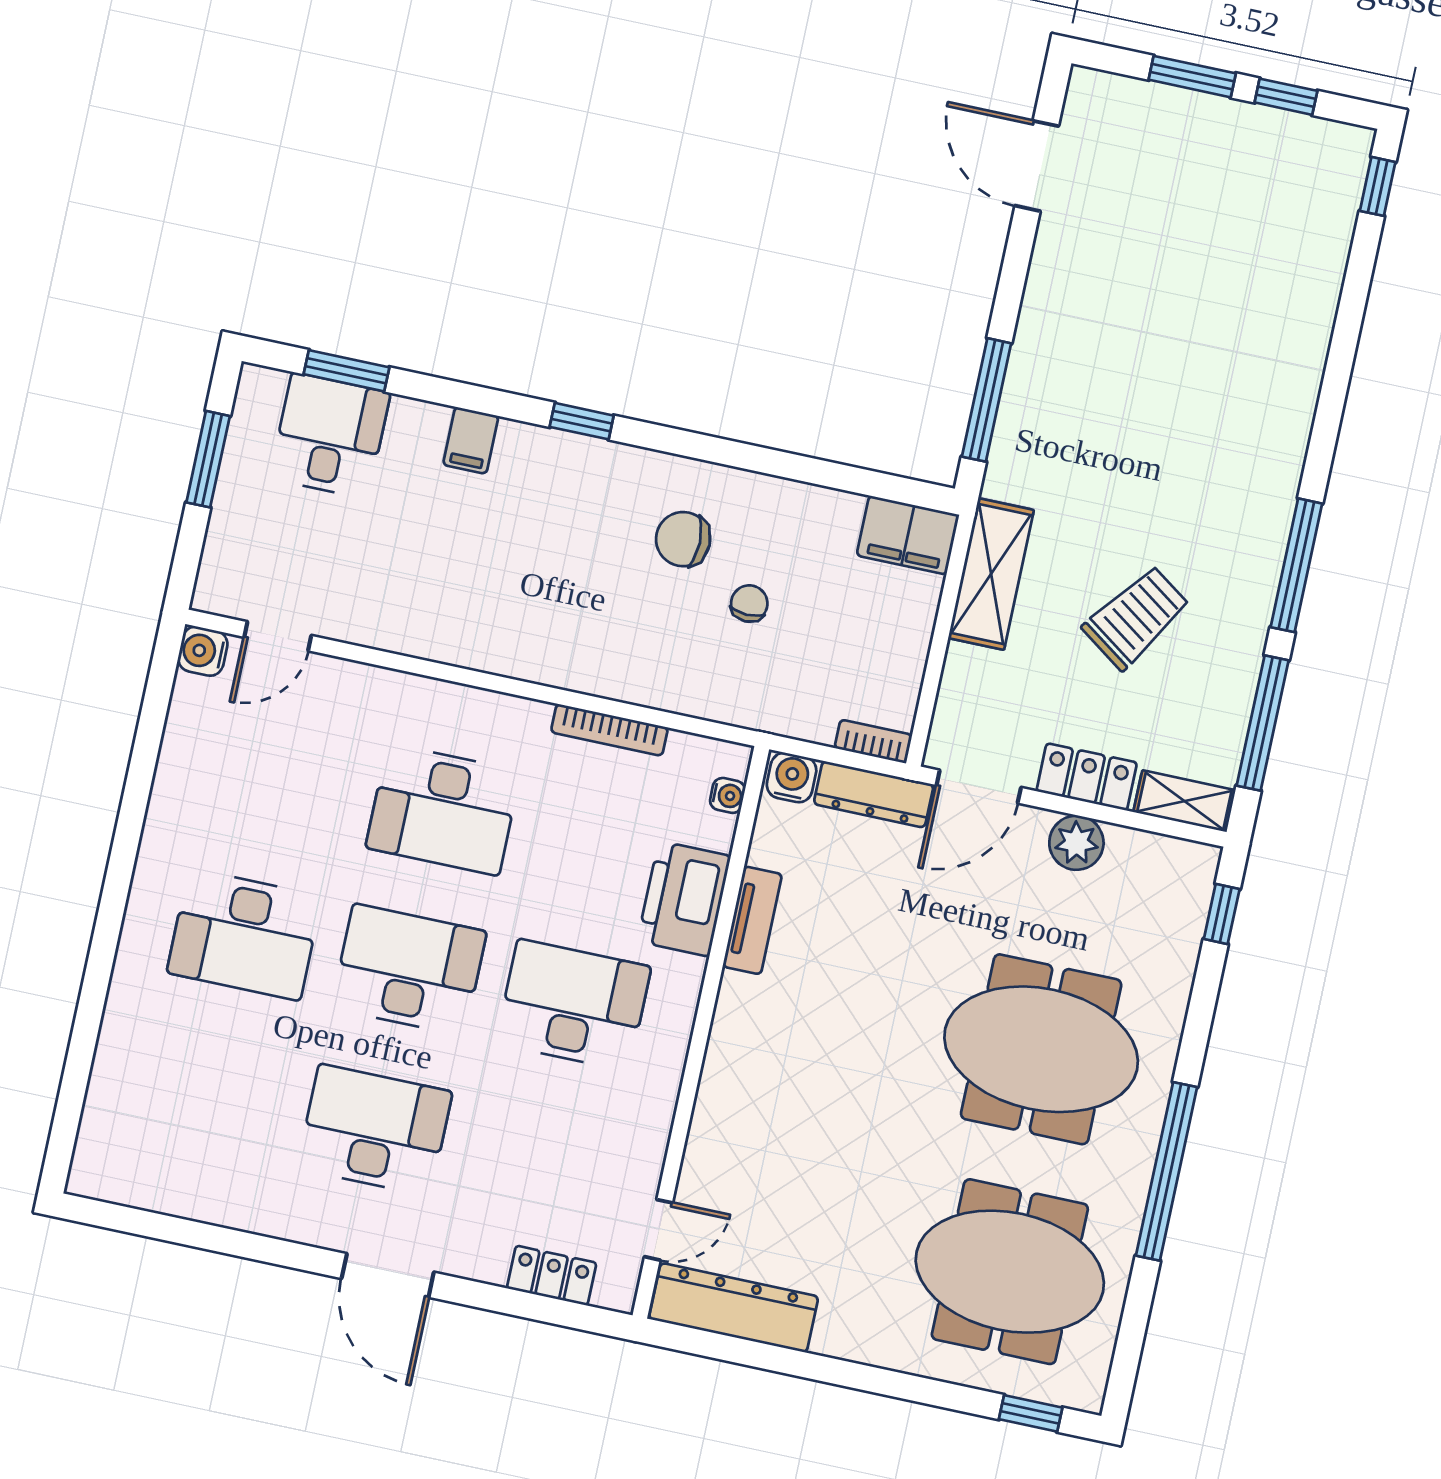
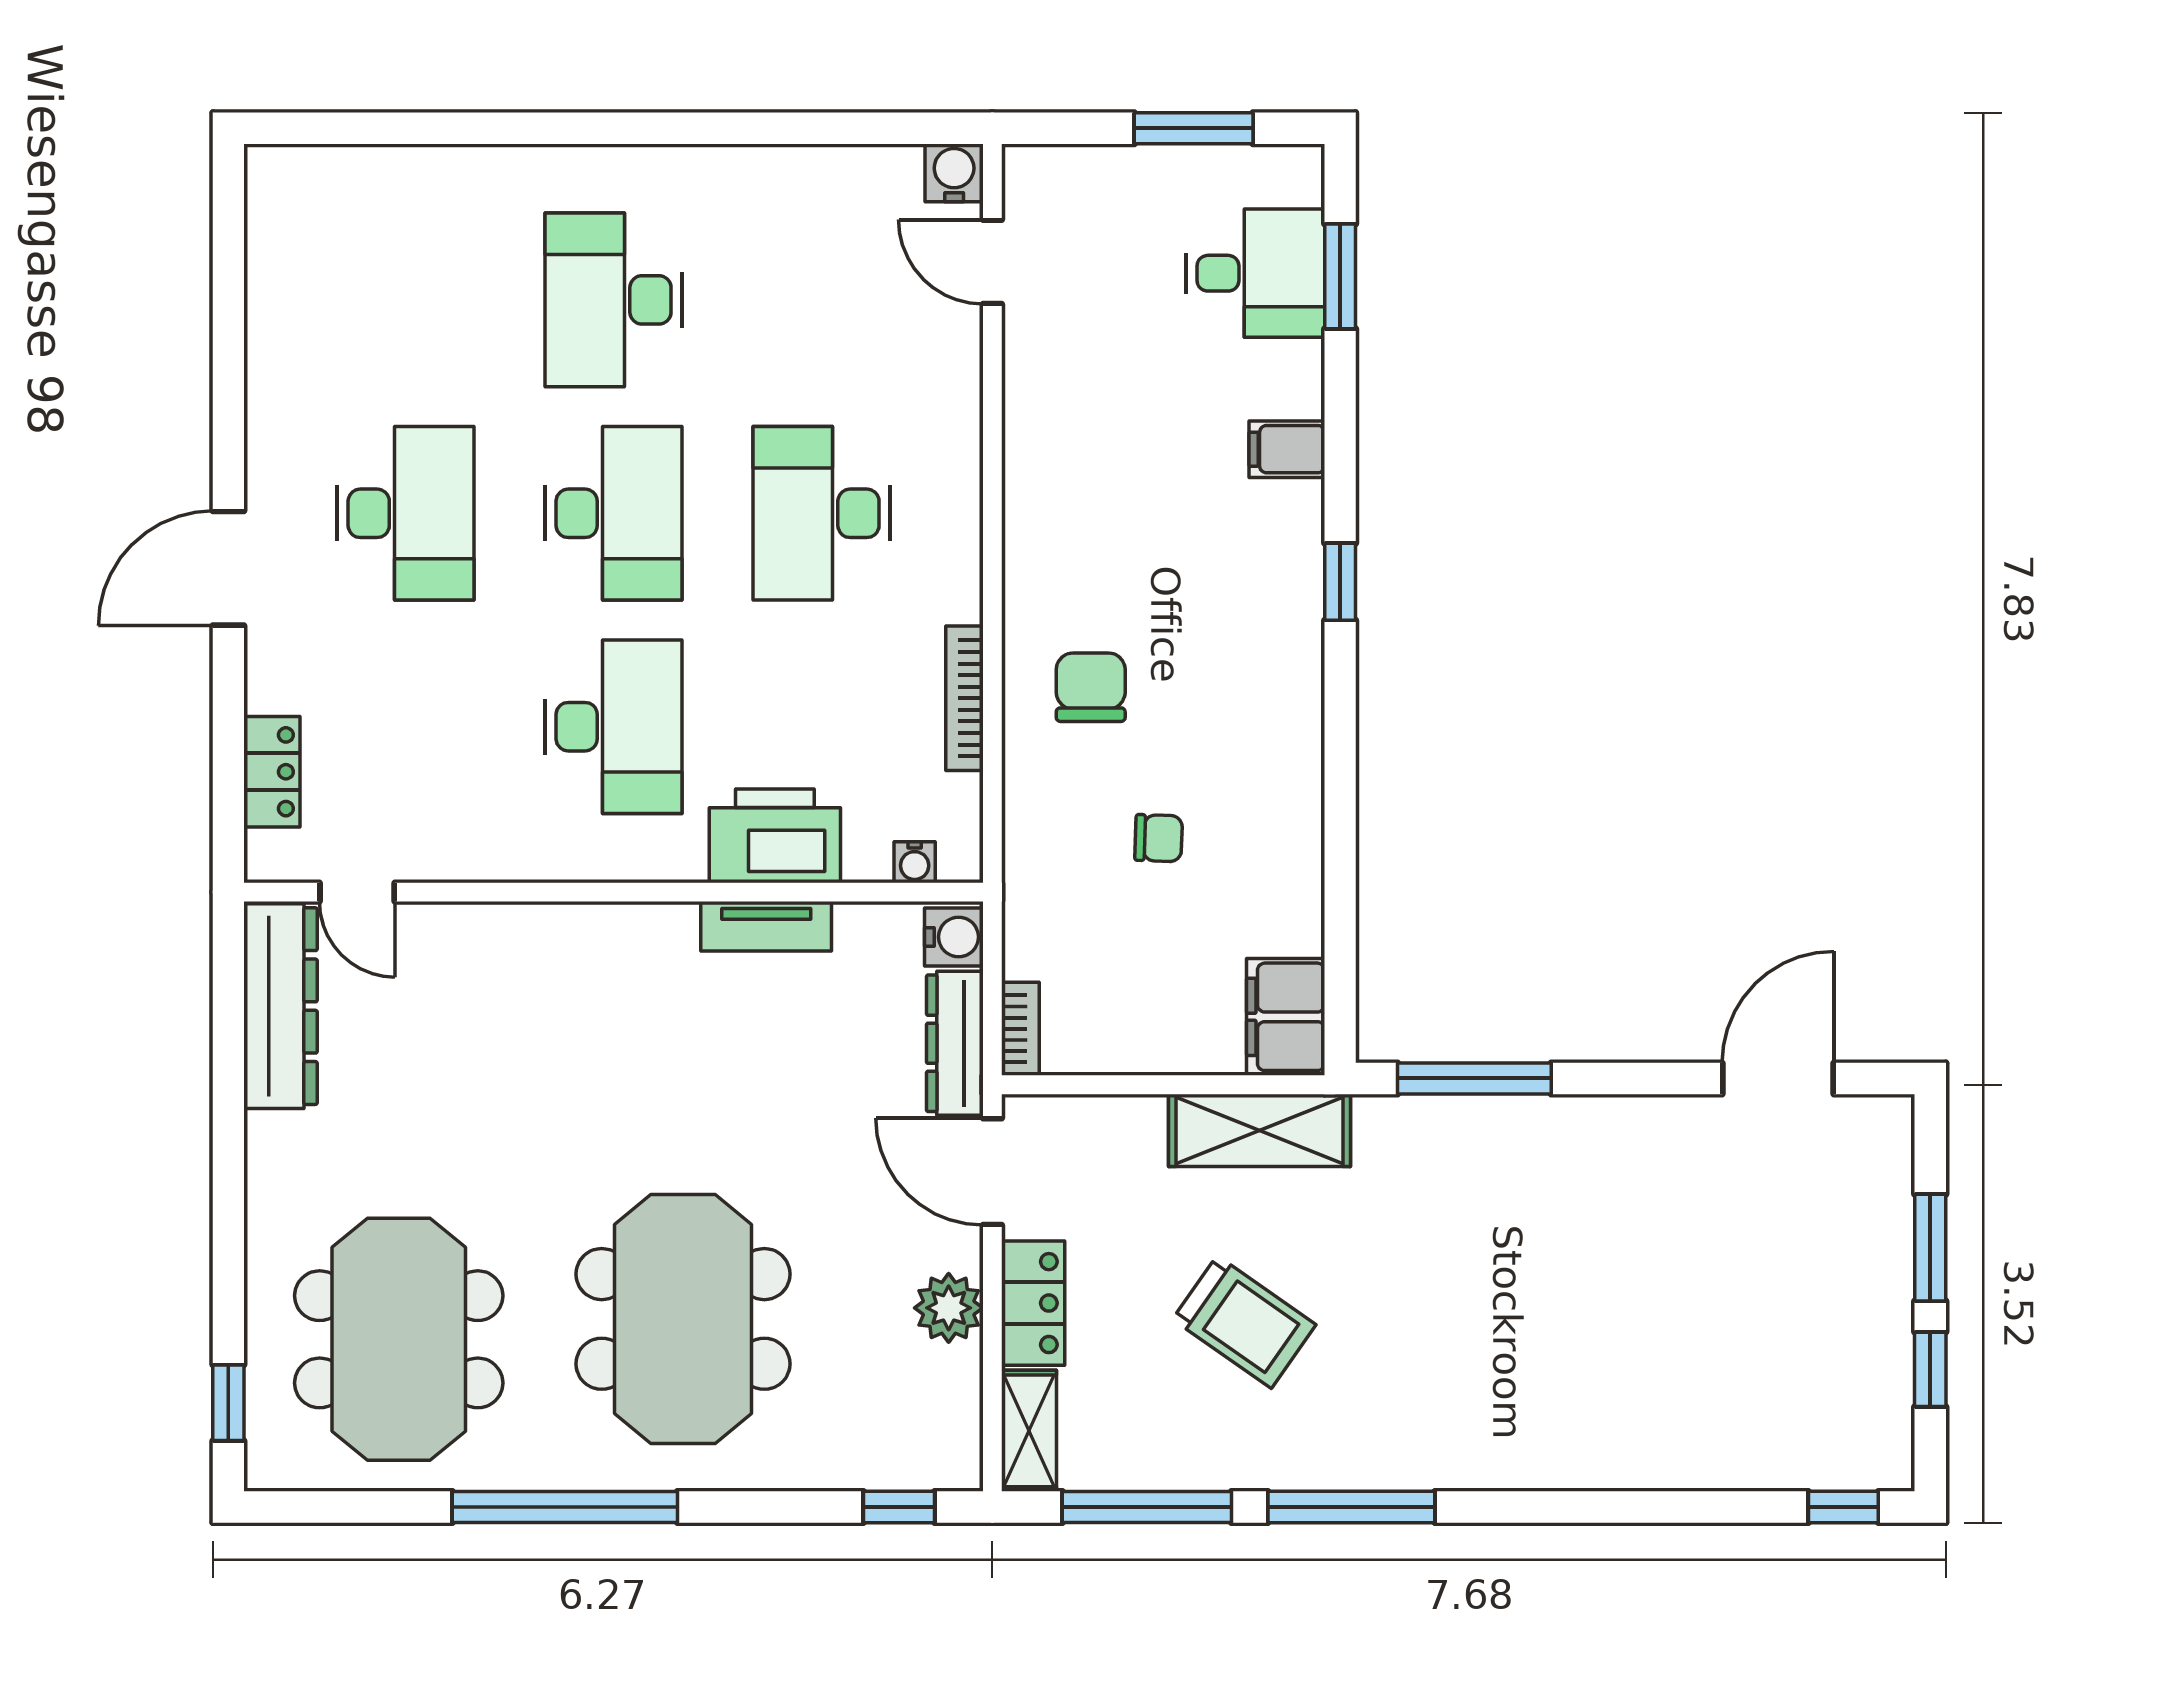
chair: (683, 539) -> (1091, 687), moved

